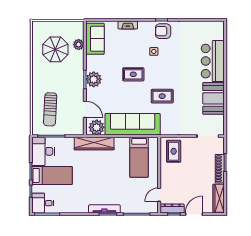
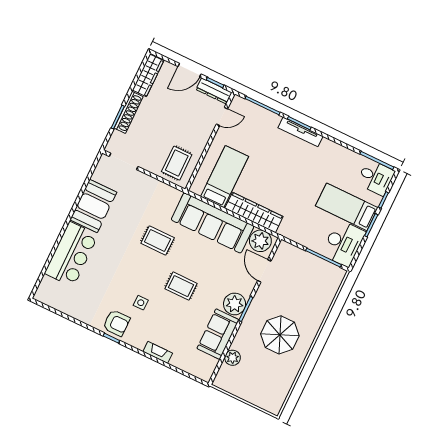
sofa: (95, 39) -> (218, 334), moved
parasol: (55, 49) -> (280, 335), moved
sun lounger: (50, 109) -> (309, 292), removed
wardrobe: (94, 143) -> (254, 212), moved

